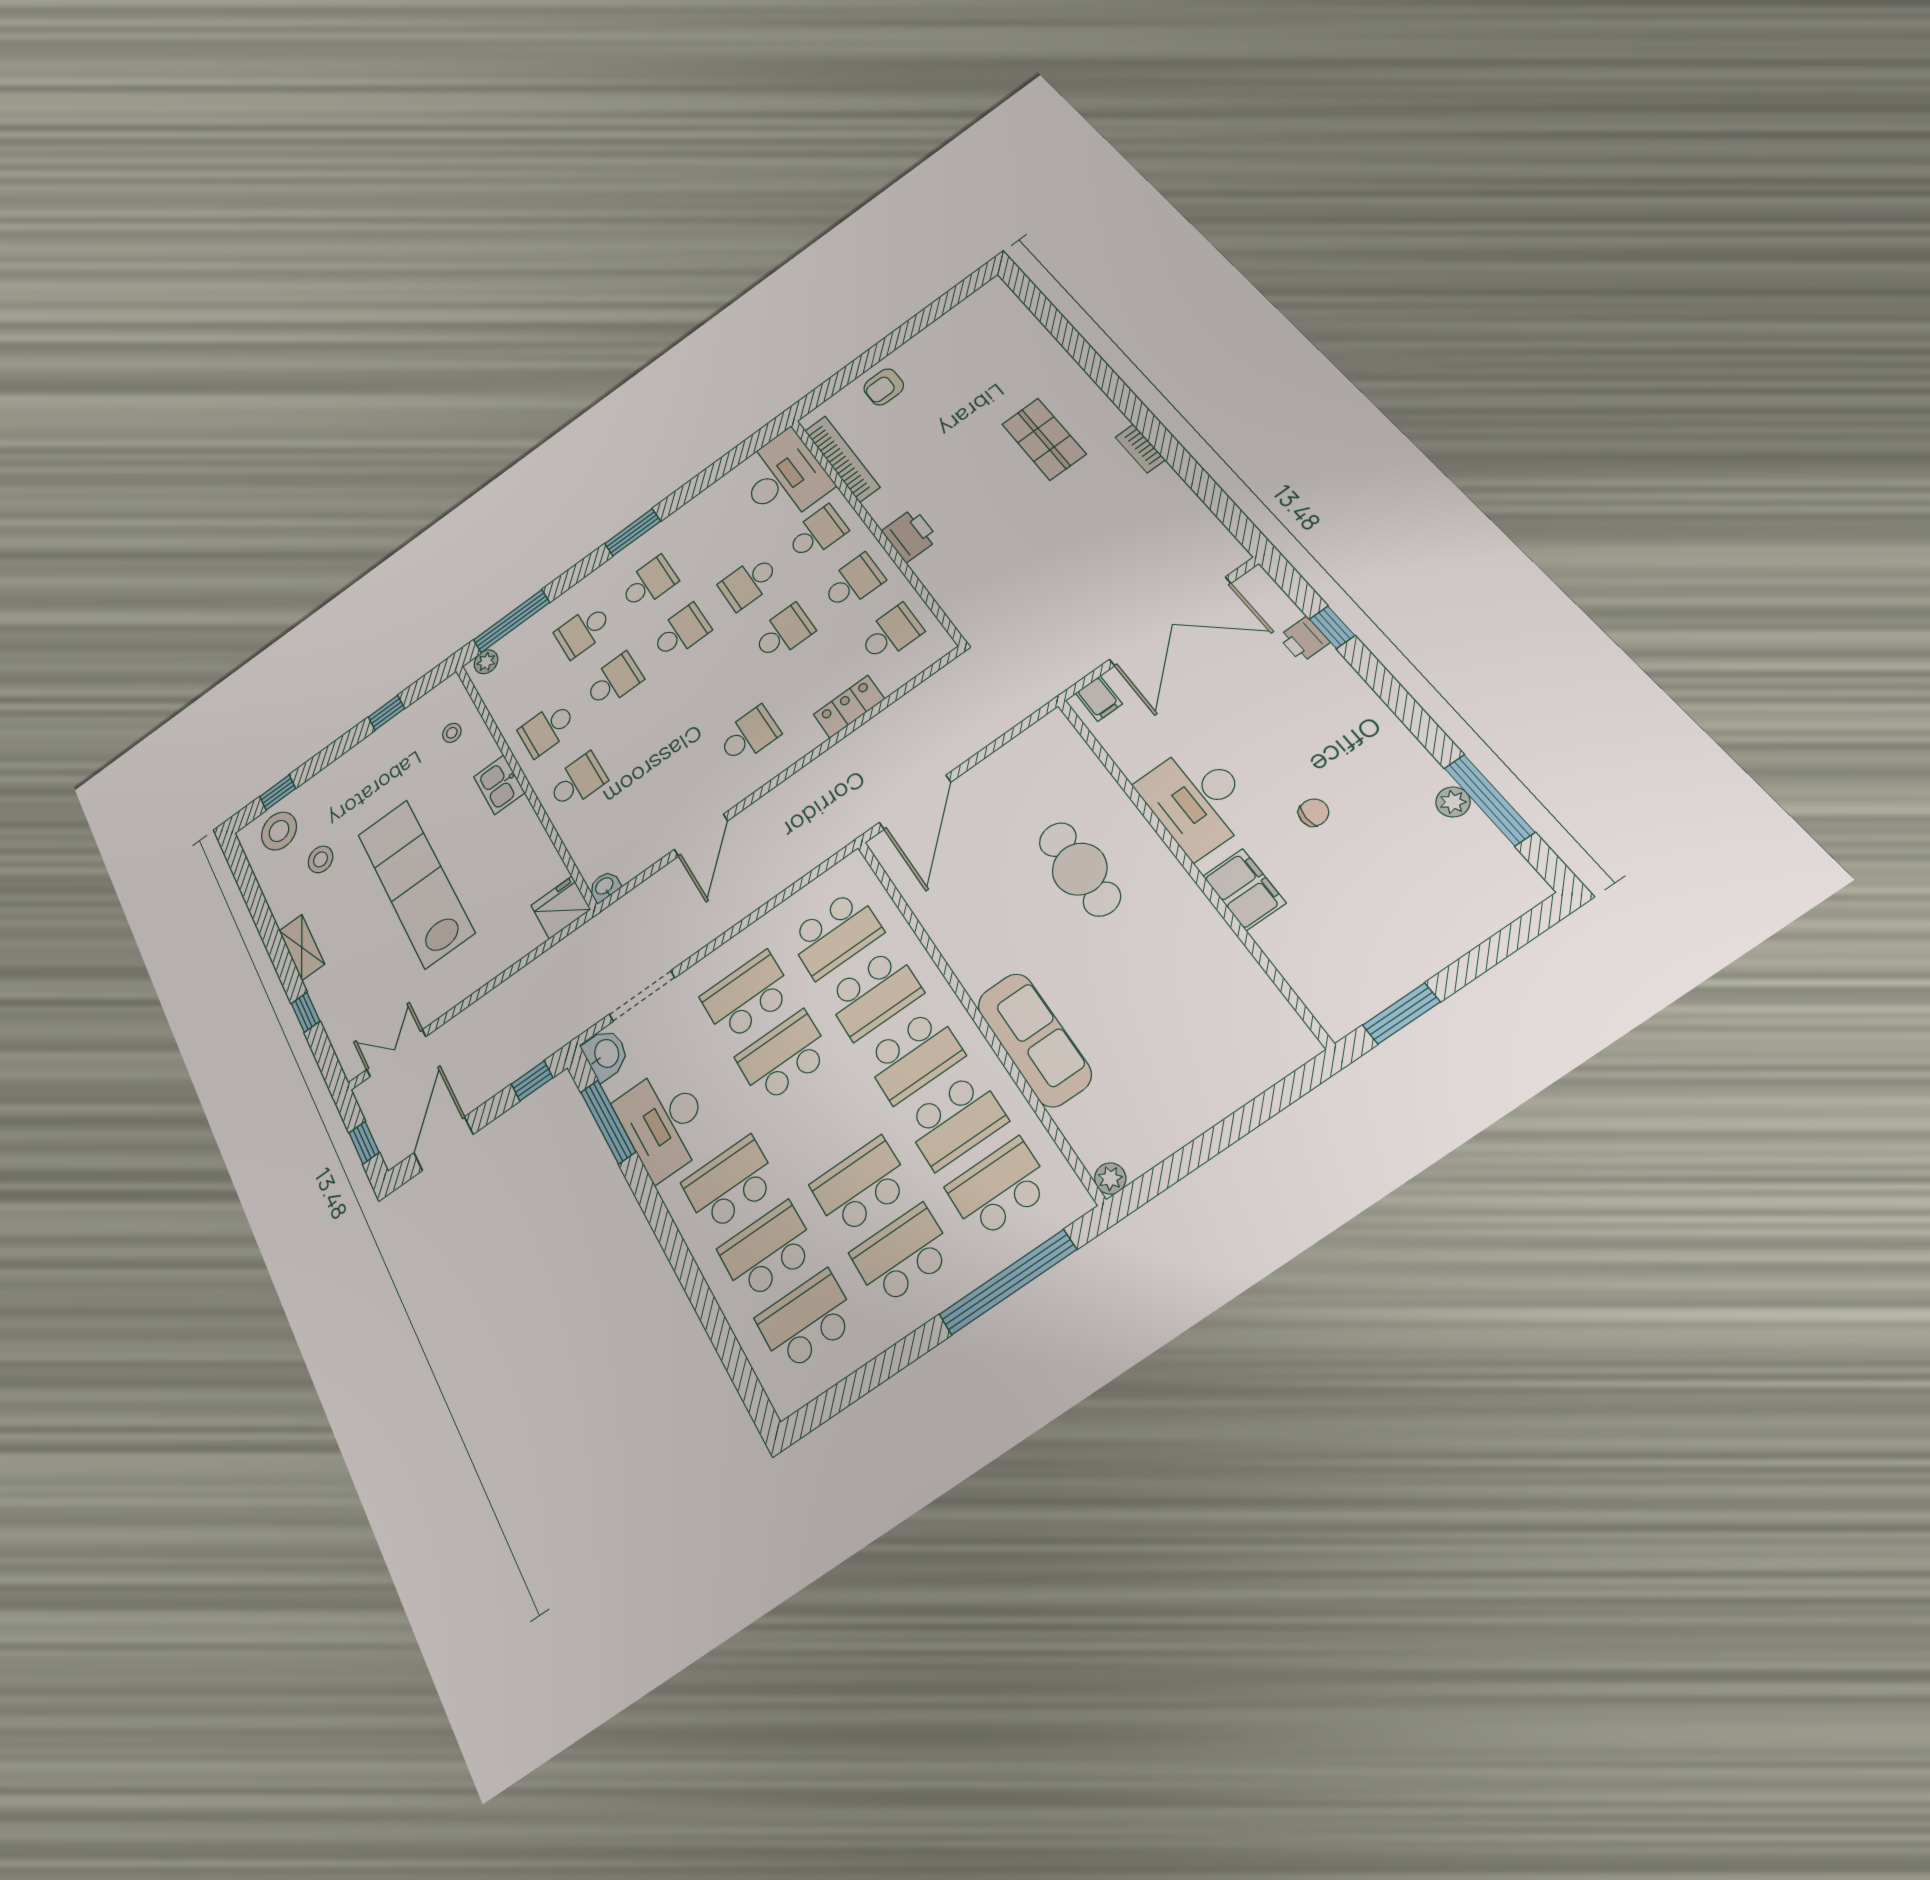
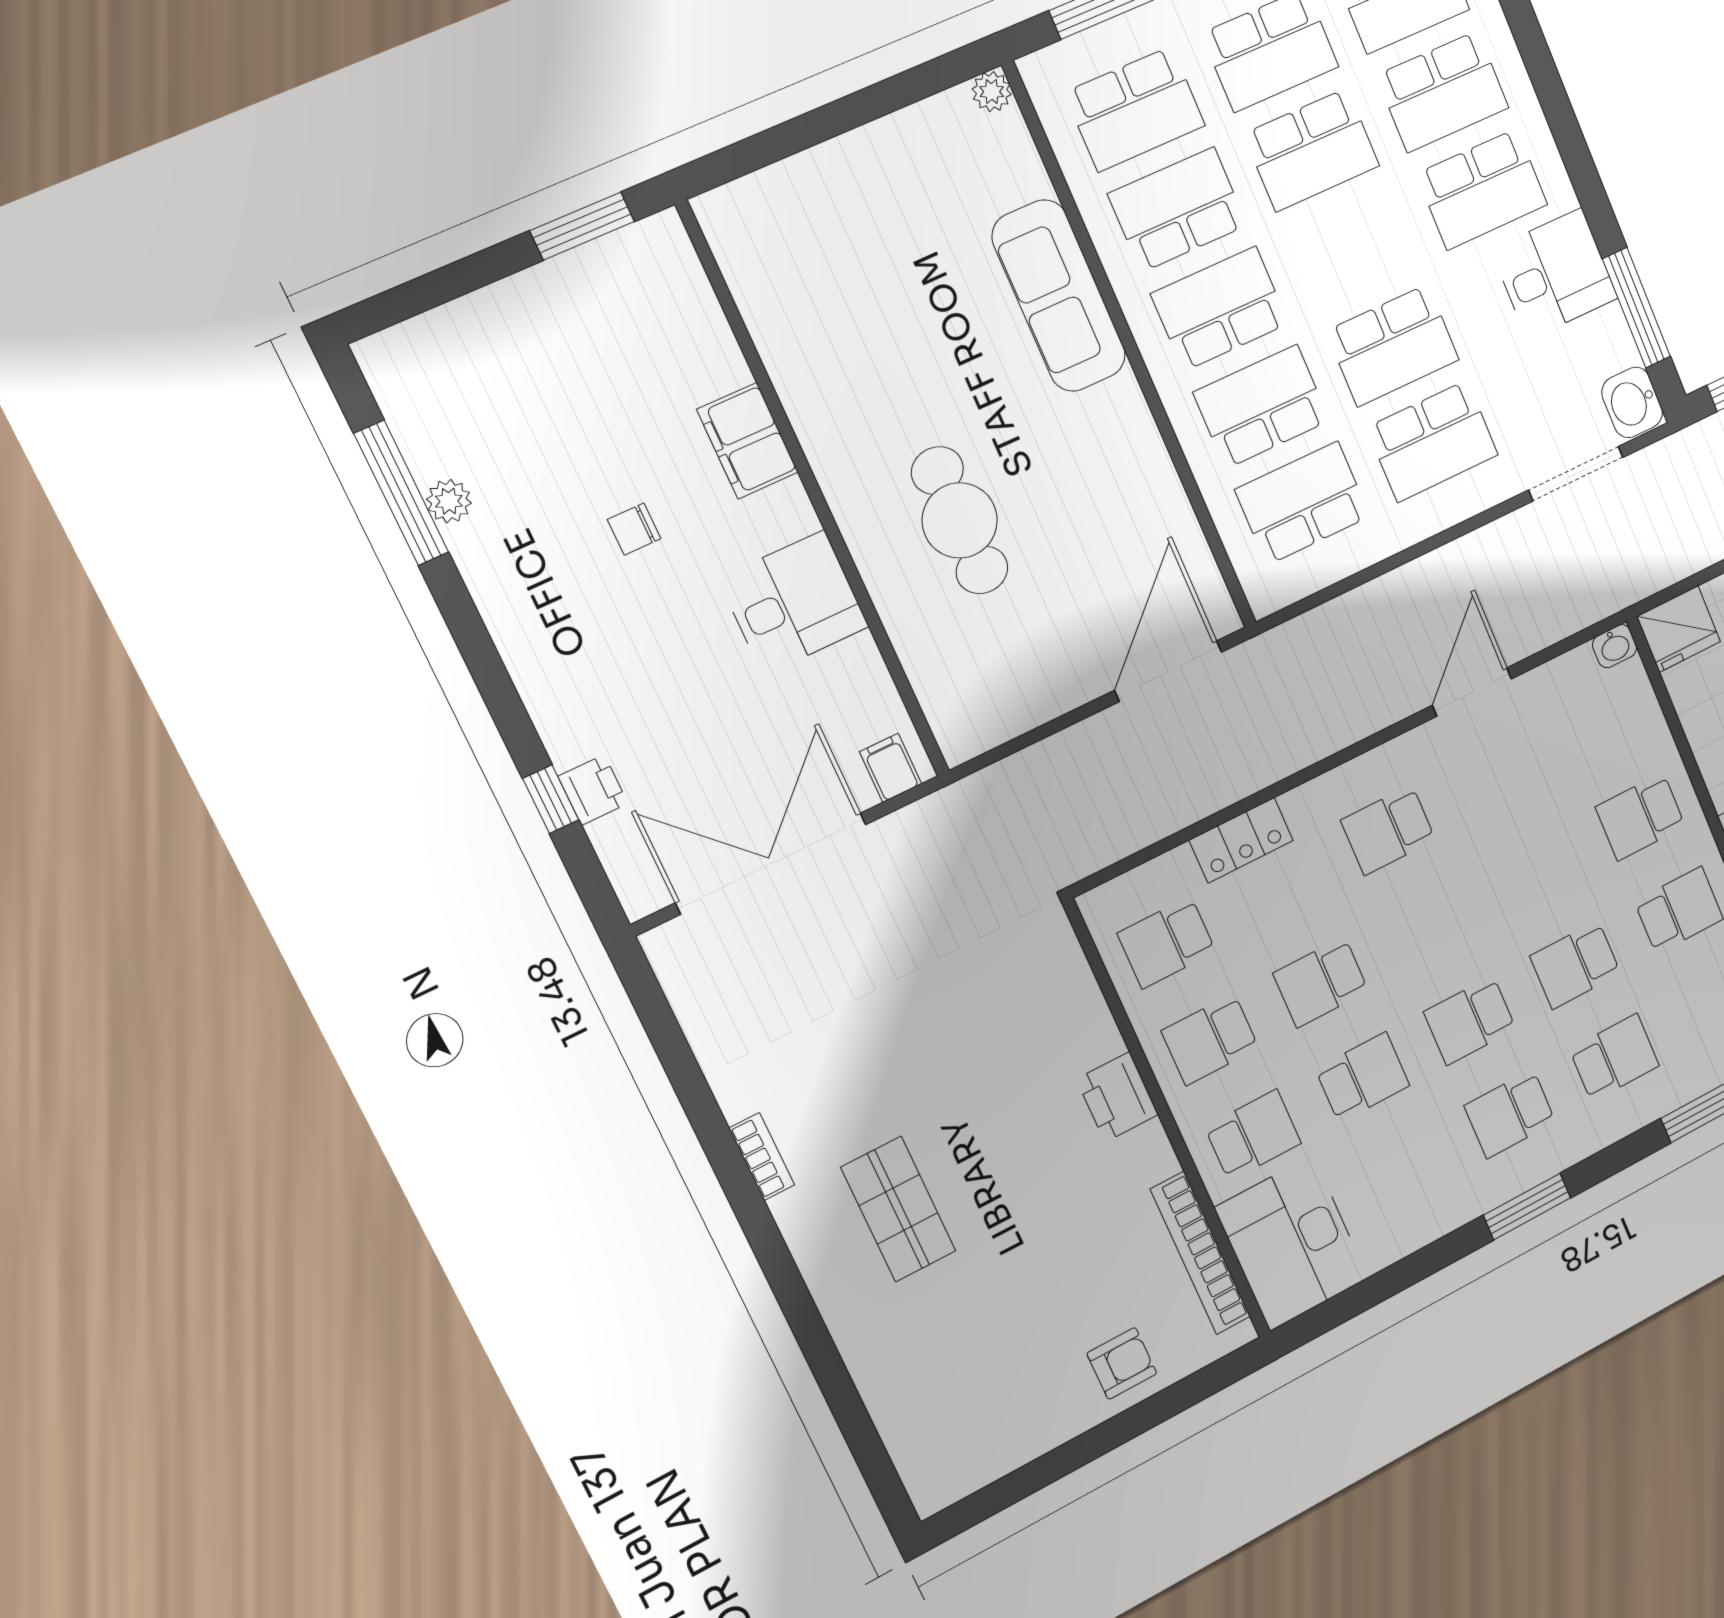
school desk: (817, 533) -> (1253, 1135), turned 180
desk: (1197, 800) -> (794, 603), width x0.73
desk: (664, 1122) -> (1555, 274), width x0.73

